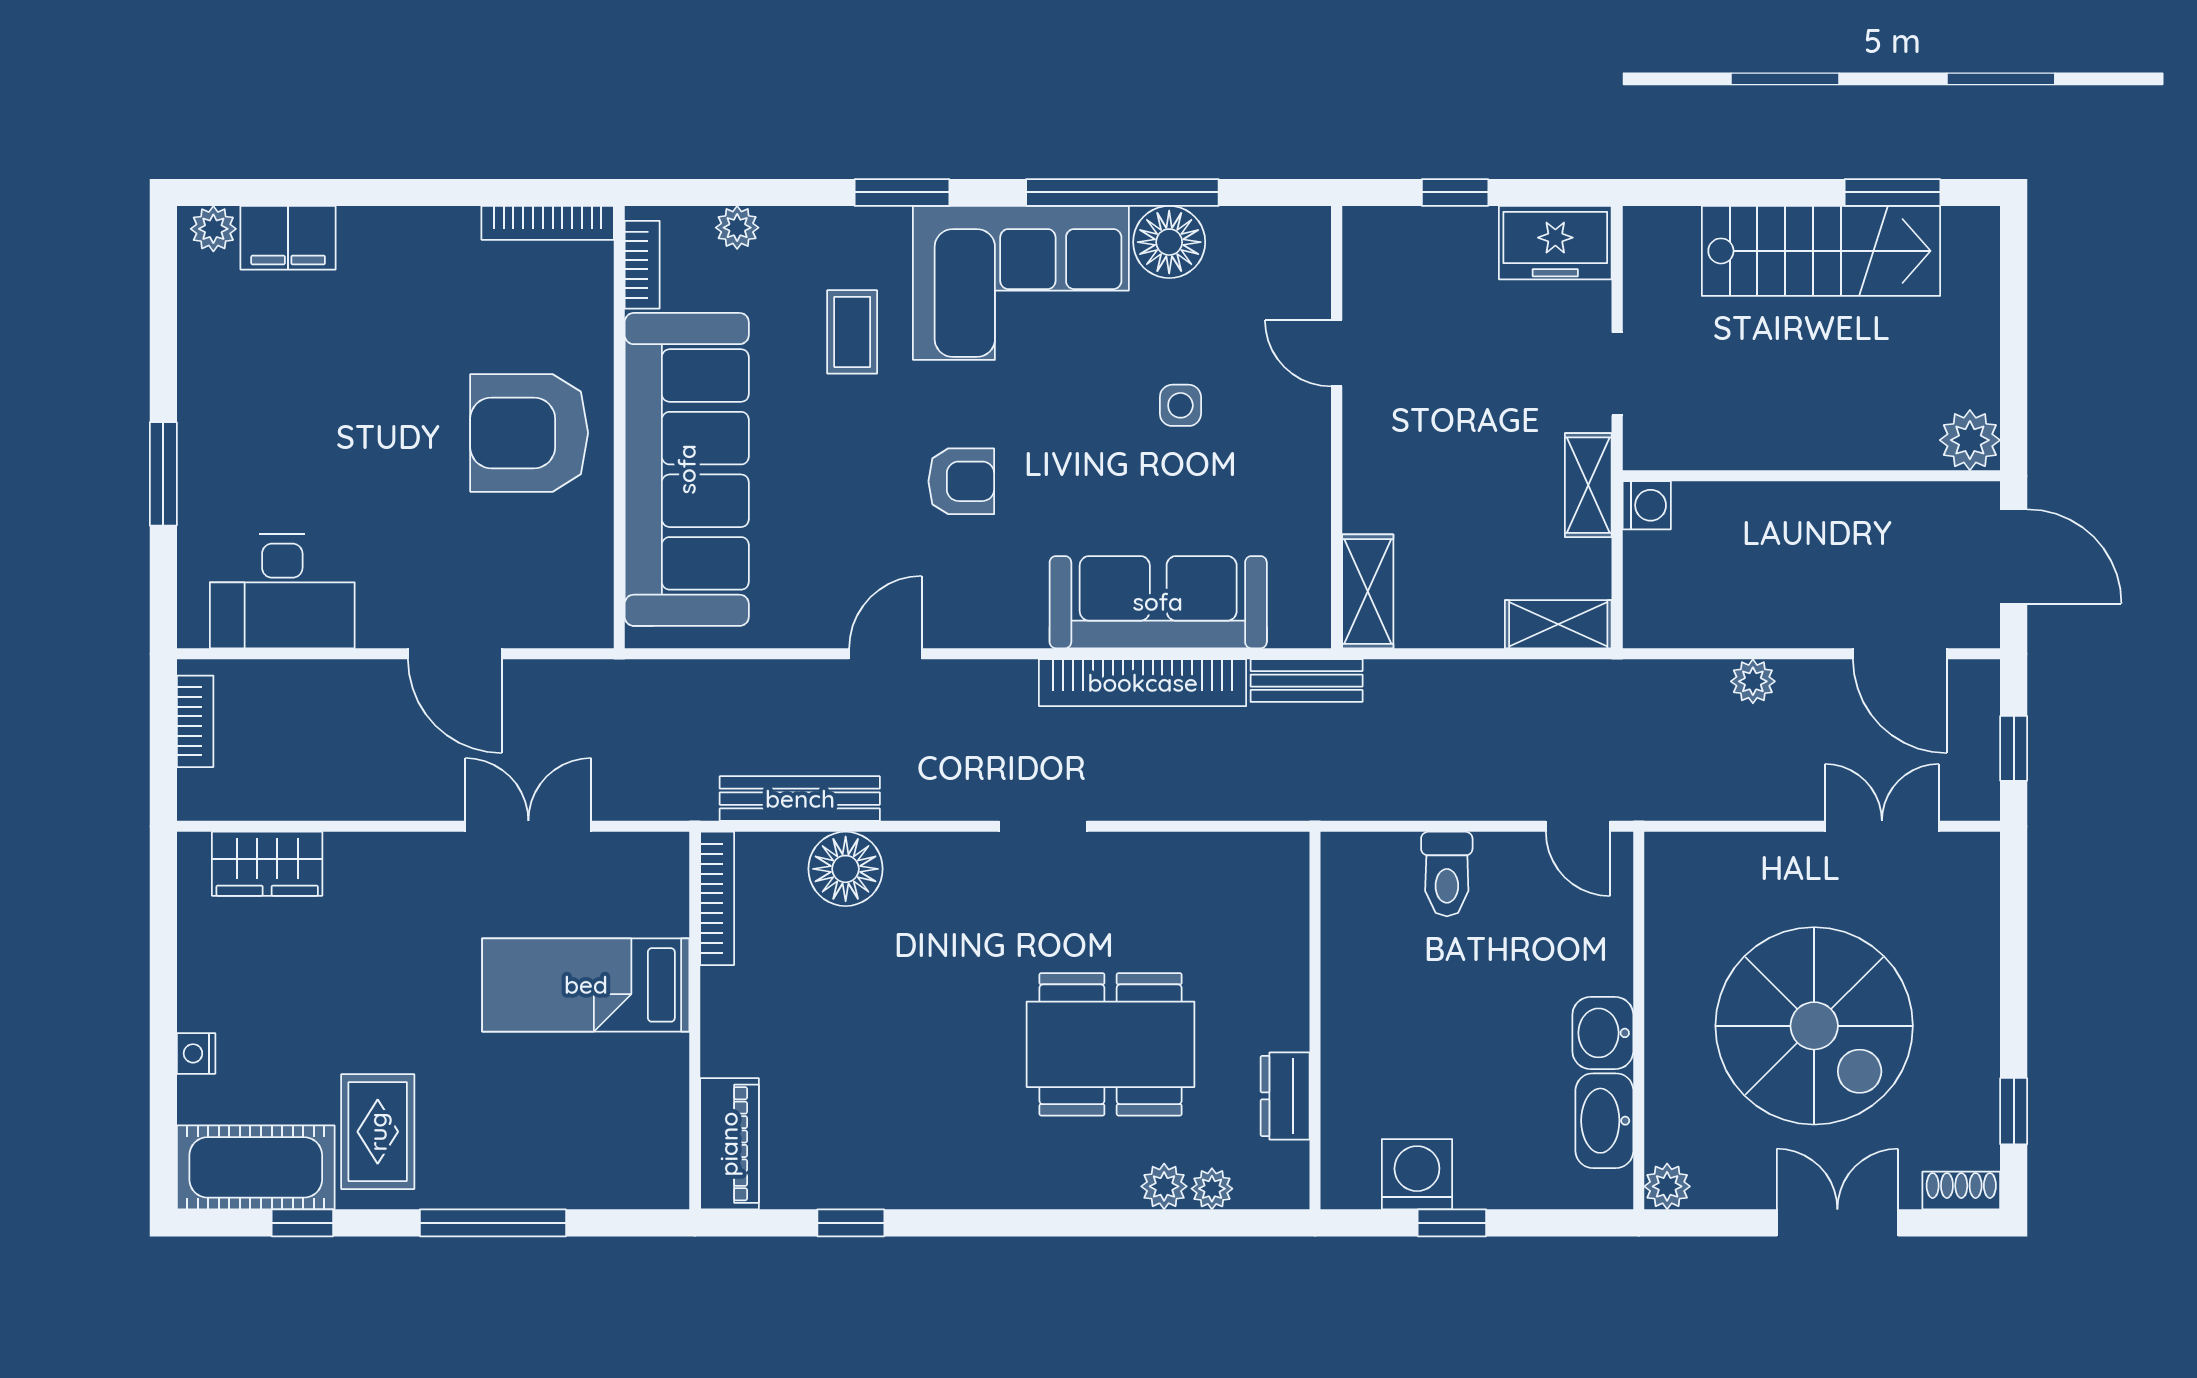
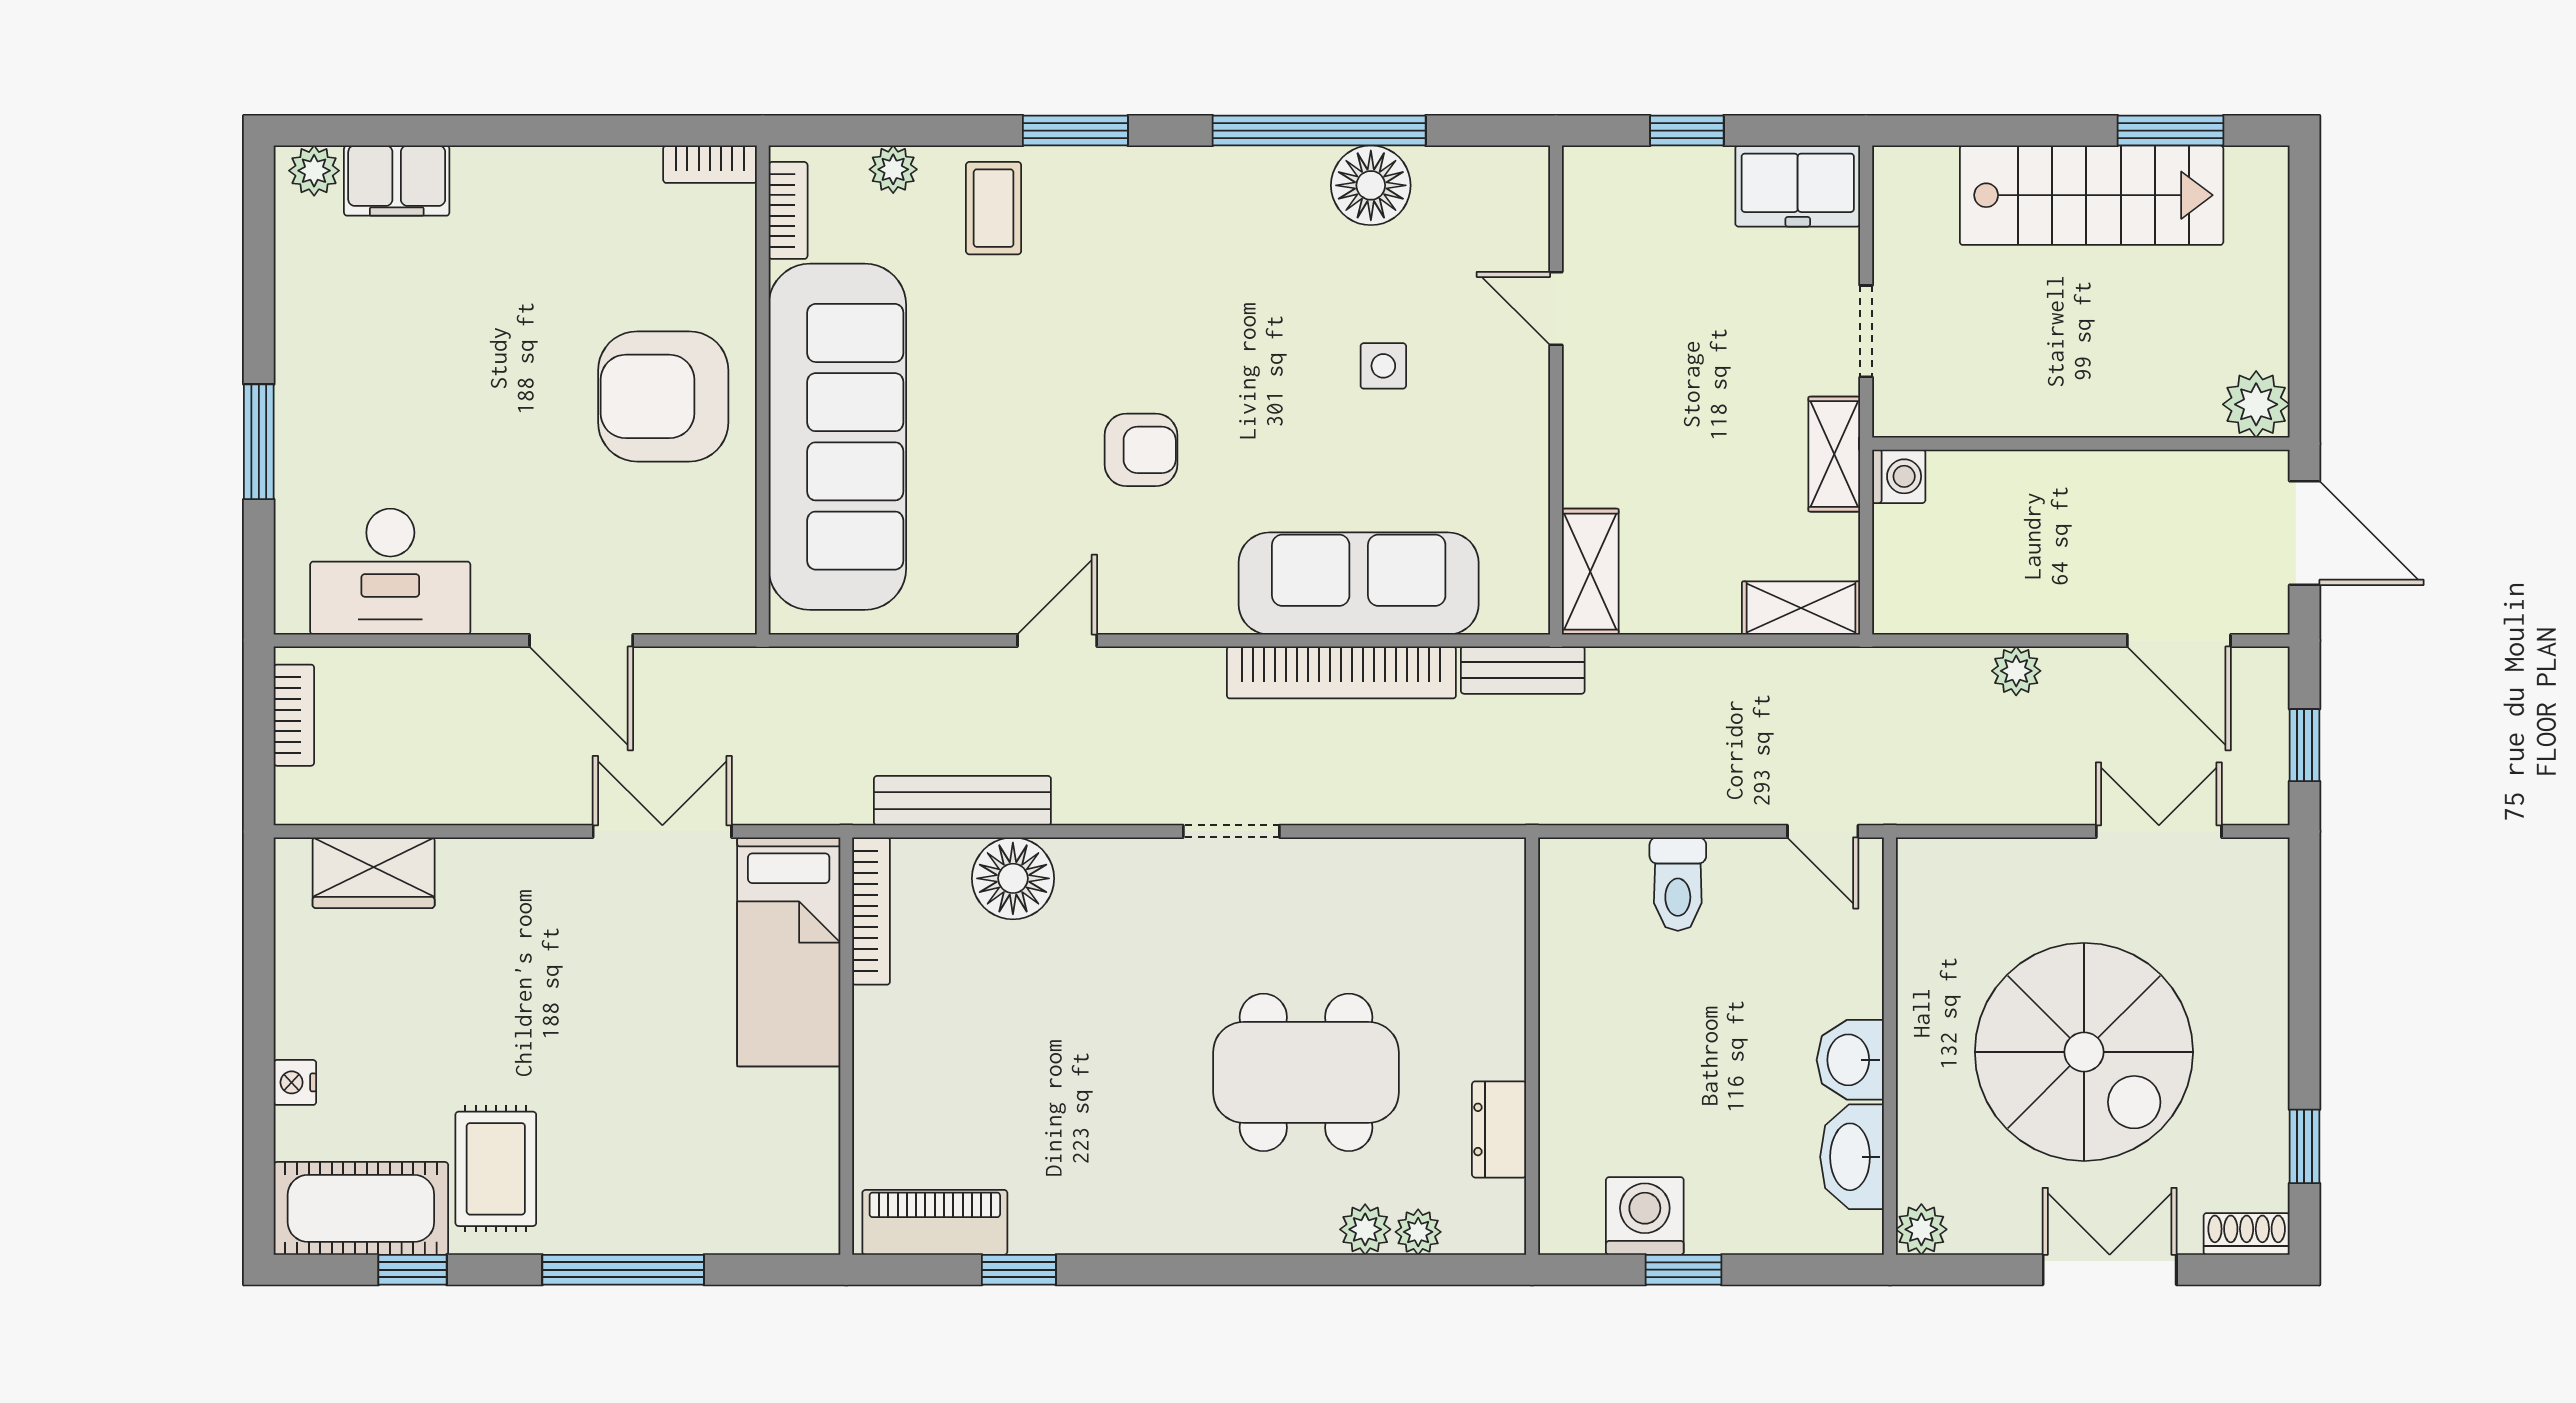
bookcase: (548, 223) -> (710, 164), width x0.64
corner sofa: (1021, 283) -> (1207, 231), removed
coffee table: (852, 332) -> (994, 208), moved
bed: (586, 985) -> (789, 952), moved, turned -90
piano: (729, 1144) -> (935, 1222), moved, turned -90

